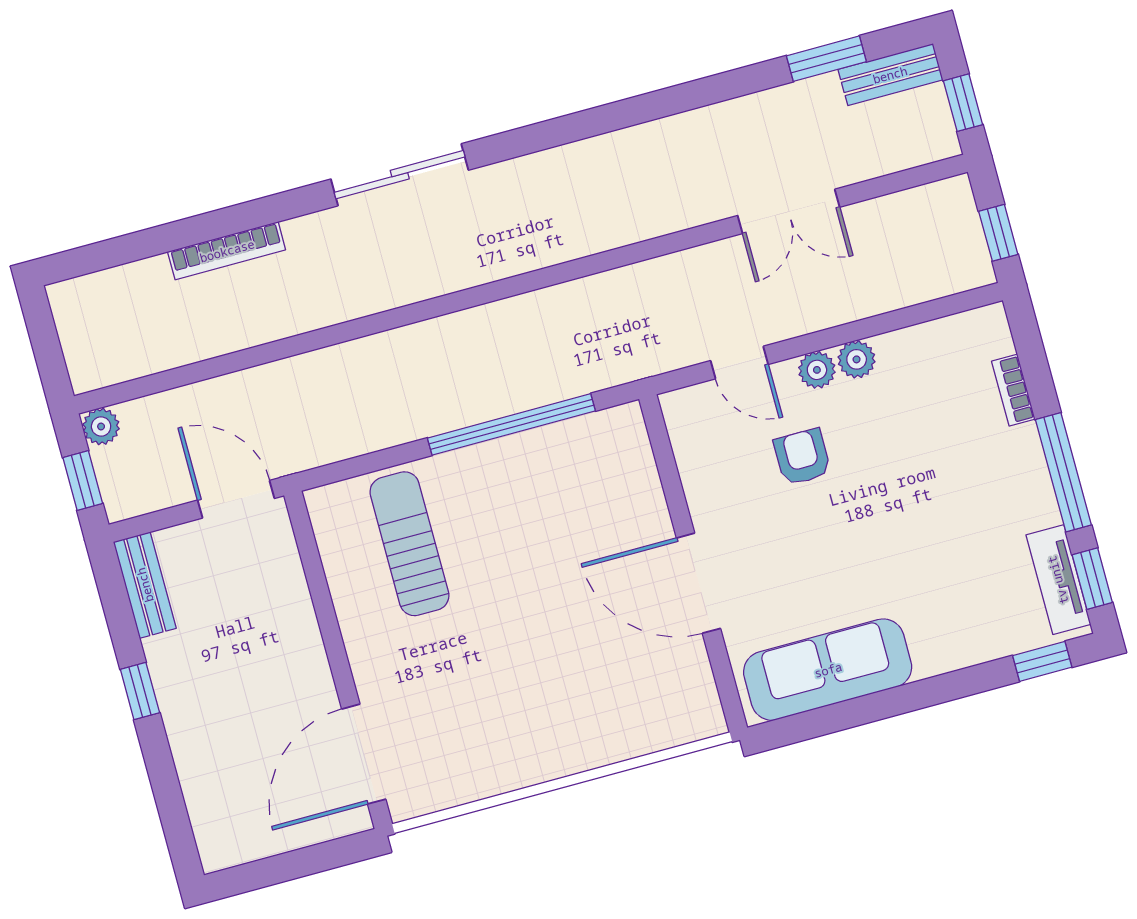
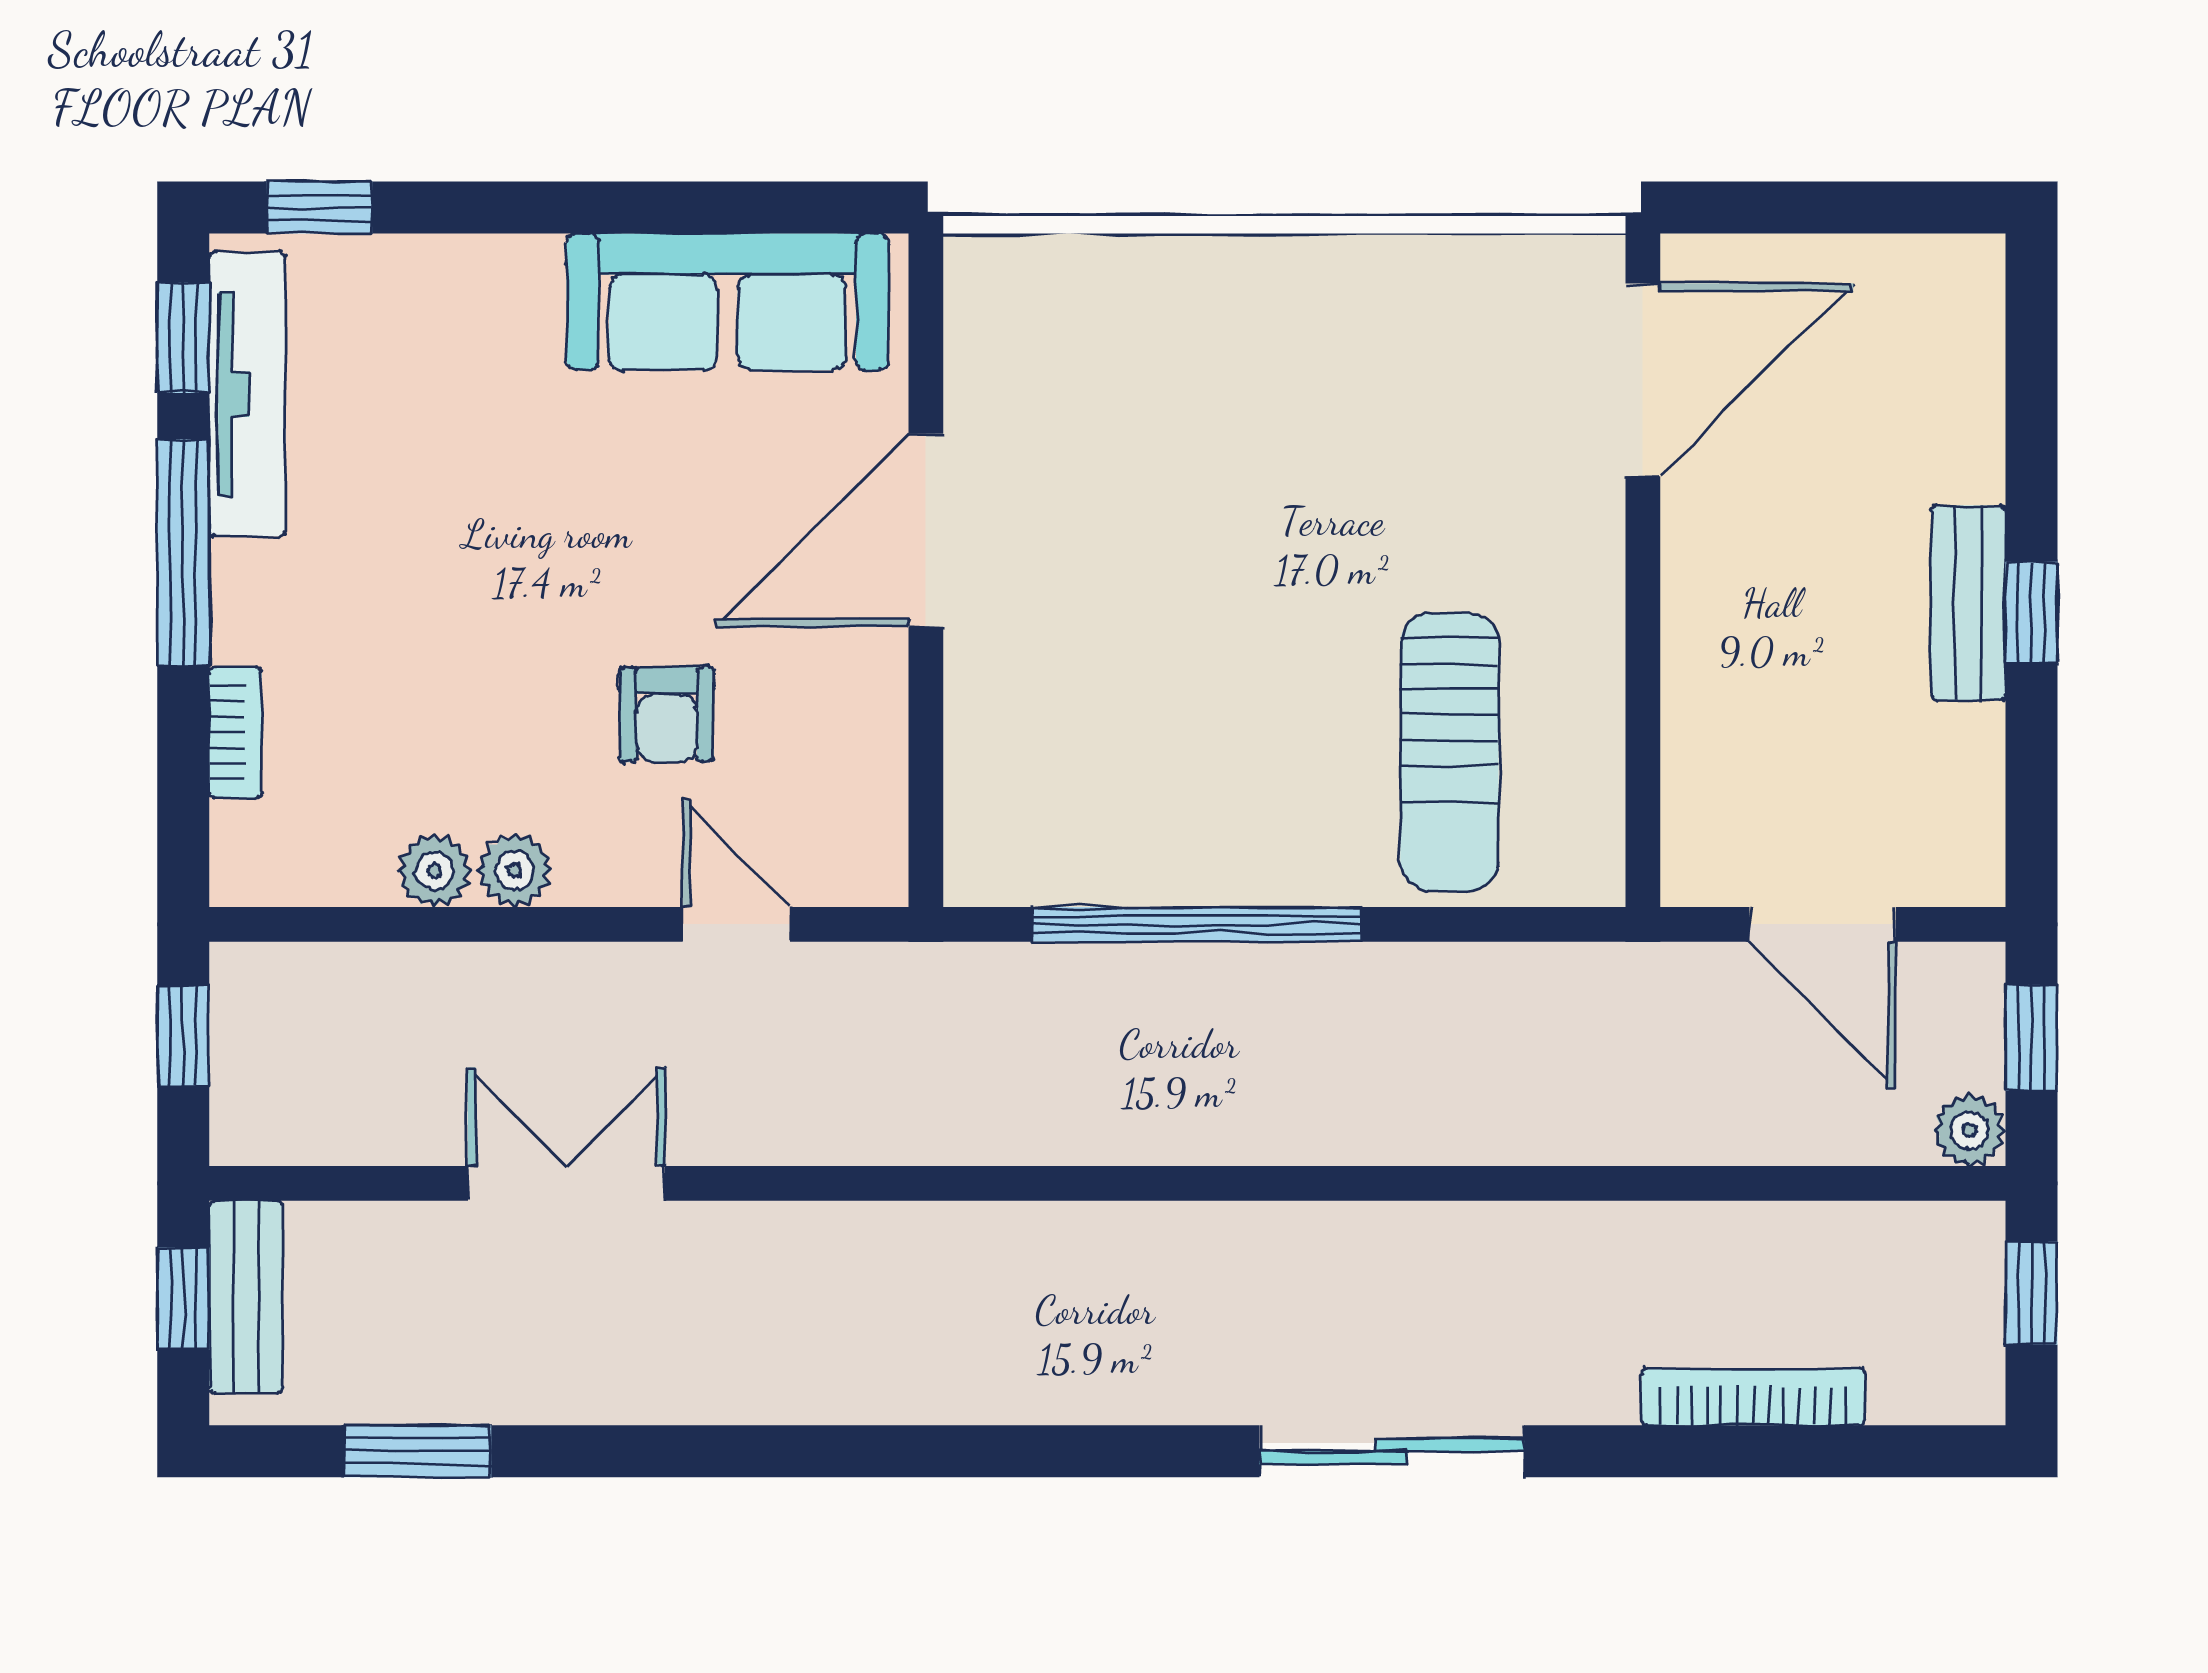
bench: (890, 75) -> (246, 1297), moved, turned 90
sliding door: (400, 175) -> (1392, 1451), moved
bookcase: (227, 251) -> (1753, 1397), moved
window: (48, 354) -> (2031, 1293), added
plant: (817, 370) -> (435, 871), moved
door: (236, 499) -> (1823, 924), moved
tv unit: (1058, 580) -> (248, 394), width x1.41
door: (699, 583) -> (926, 530), swing flipped
bench: (145, 585) -> (1968, 603), moved

